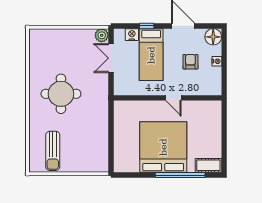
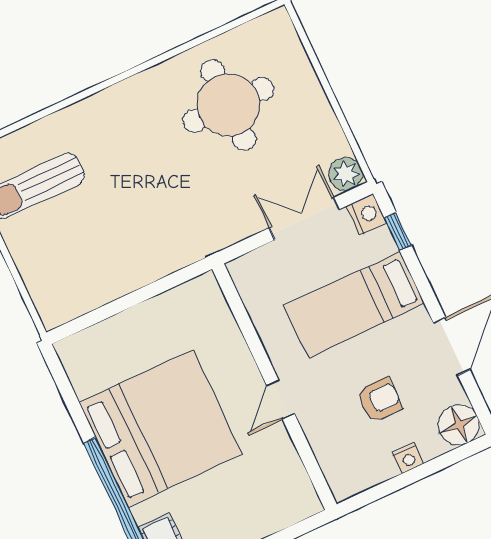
window: (147, 26) -> (398, 231), moved
nightstand: (132, 35) -> (366, 215), moved
round table: (61, 94) -> (228, 105), moved

